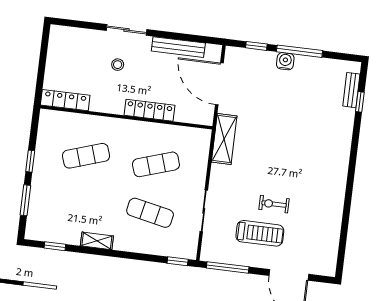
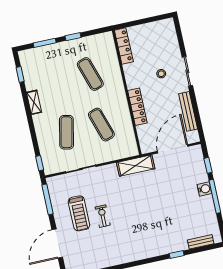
window: (360, 102) -> (177, 254), moved

